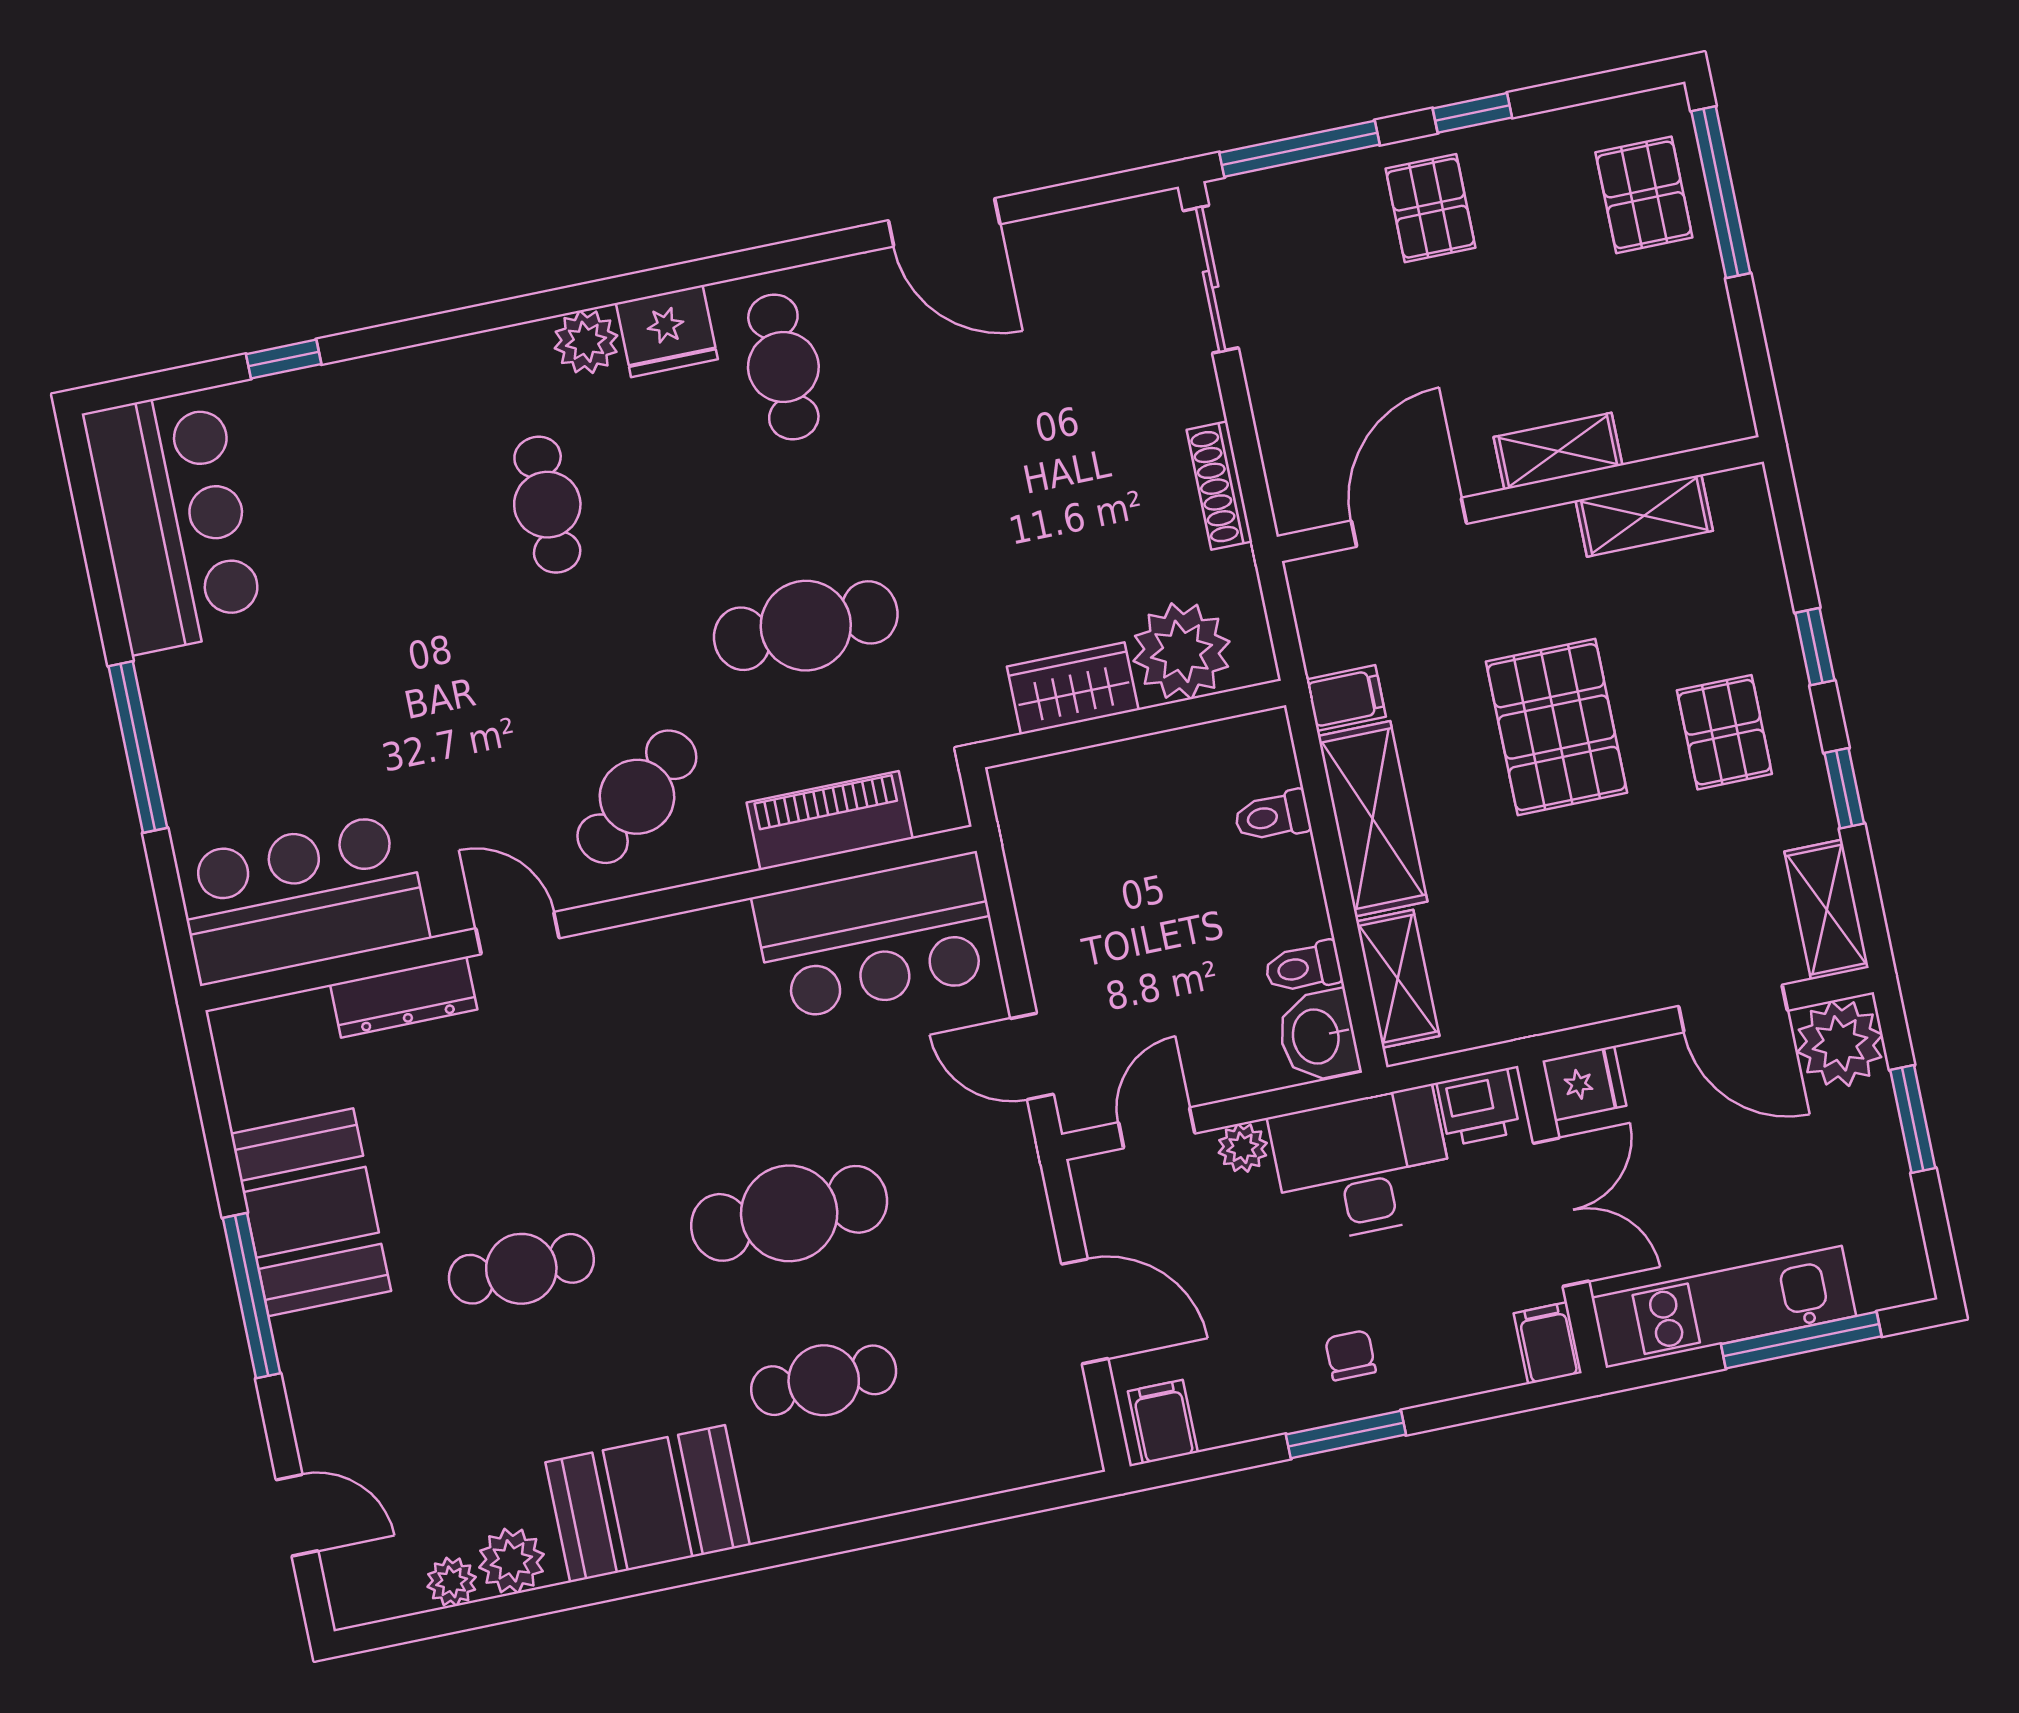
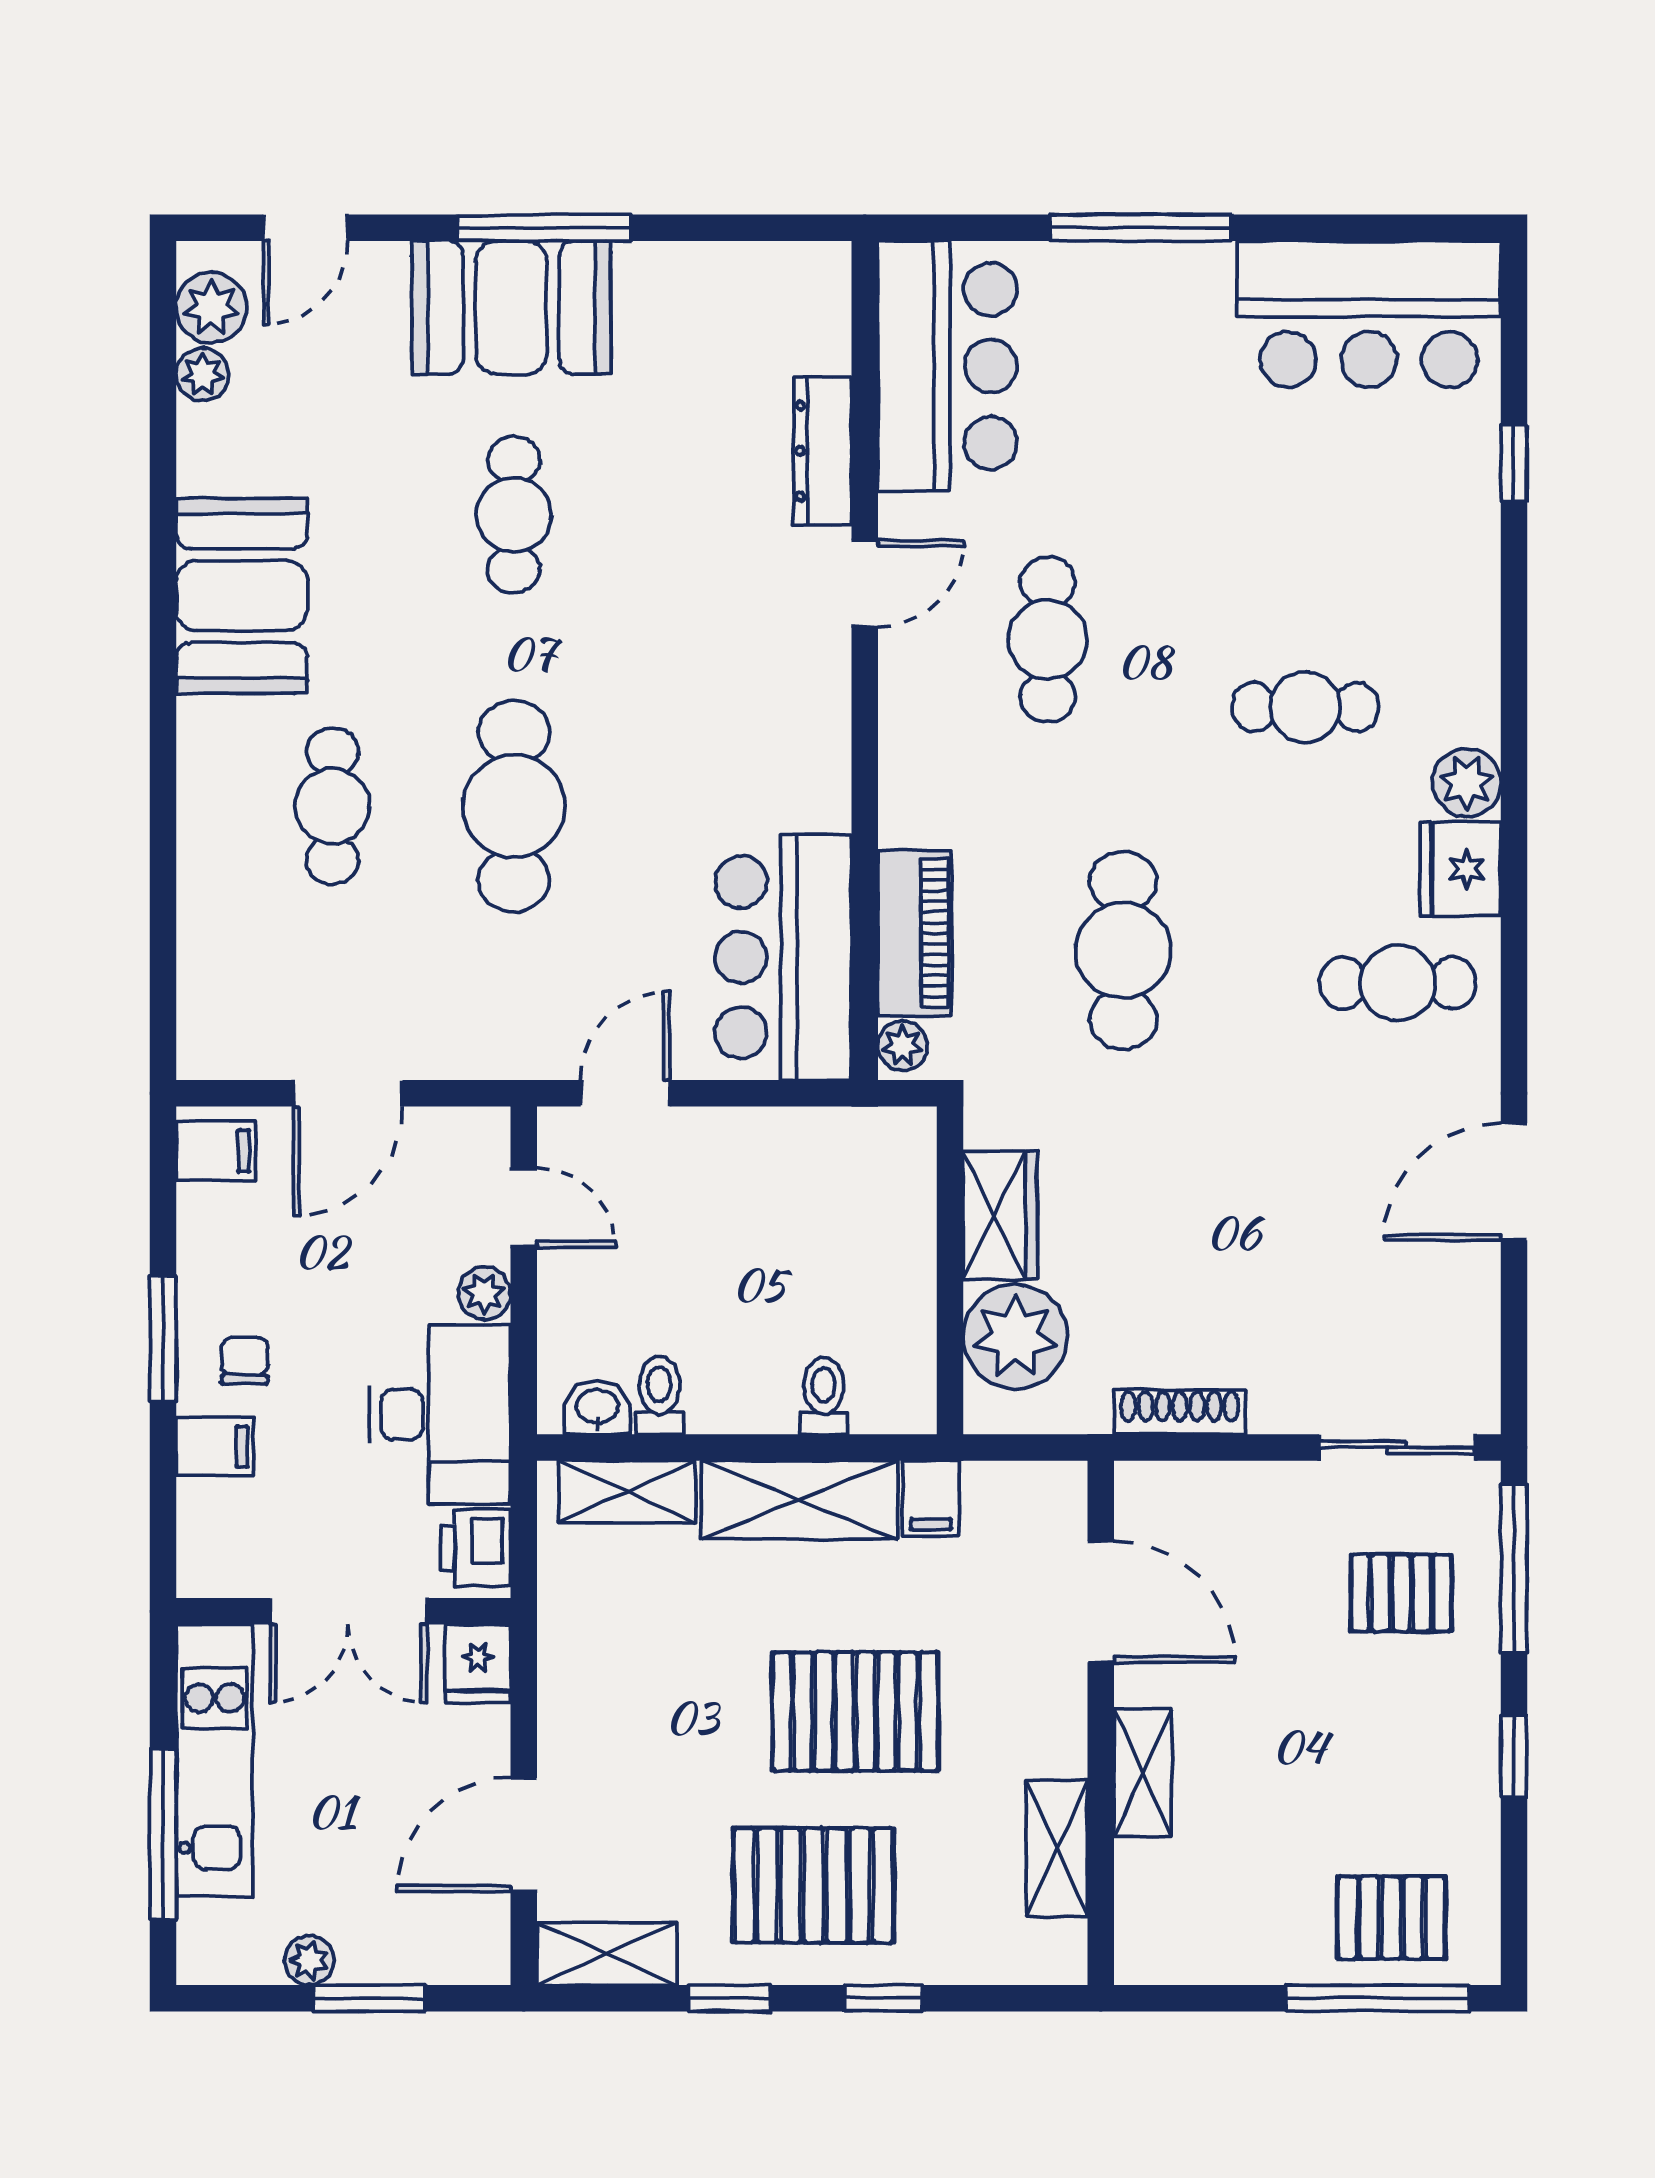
pallet: (1430, 208) -> (1401, 1593), moved
pallet: (1724, 732) -> (814, 1885), width x1.50, depth x1.42
cafe table: (637, 797) -> (1048, 640), moved, turned 39
plant: (935, 810) -> (903, 1046), added
washbasin: (1318, 1036) -> (597, 1408), width x0.72, depth x0.69
plant: (1840, 1043) -> (309, 1960), moved, width x0.53, depth x0.53
booth: (311, 1212) -> (511, 307), moved
filing cabinet: (1548, 1343) -> (215, 1447), moved
chair: (1350, 1355) -> (245, 1361), turned -90
plant: (511, 1561) -> (211, 308), moved

